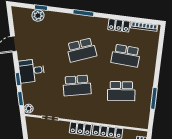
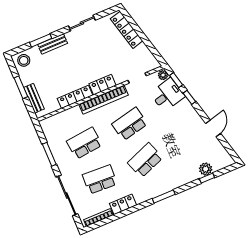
sliding door: (159, 58) -> (67, 195), added
desk: (32, 71) -> (167, 95), moved
bookcase: (86, 116) -> (103, 100), added

